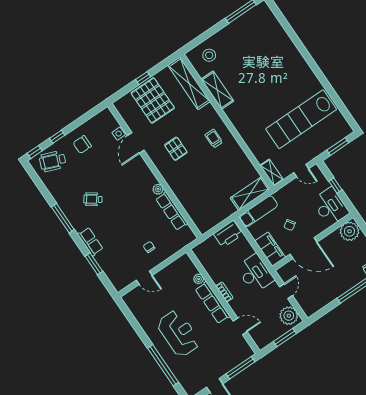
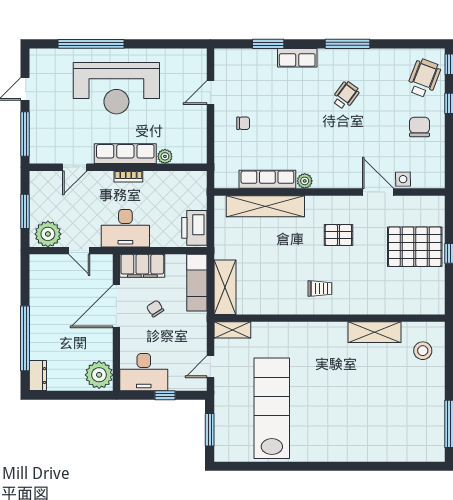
shelving: (189, 83) -> (265, 206), moved
reception desk: (179, 333) -> (116, 88), width x1.36, depth x1.30

